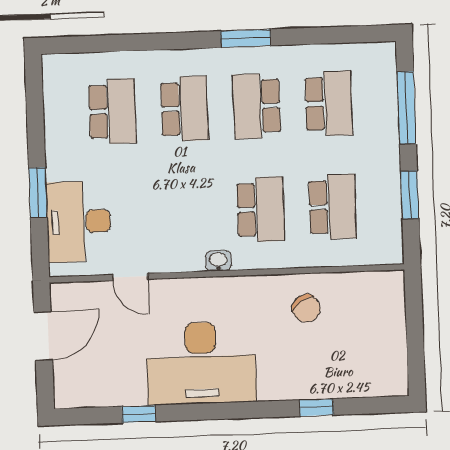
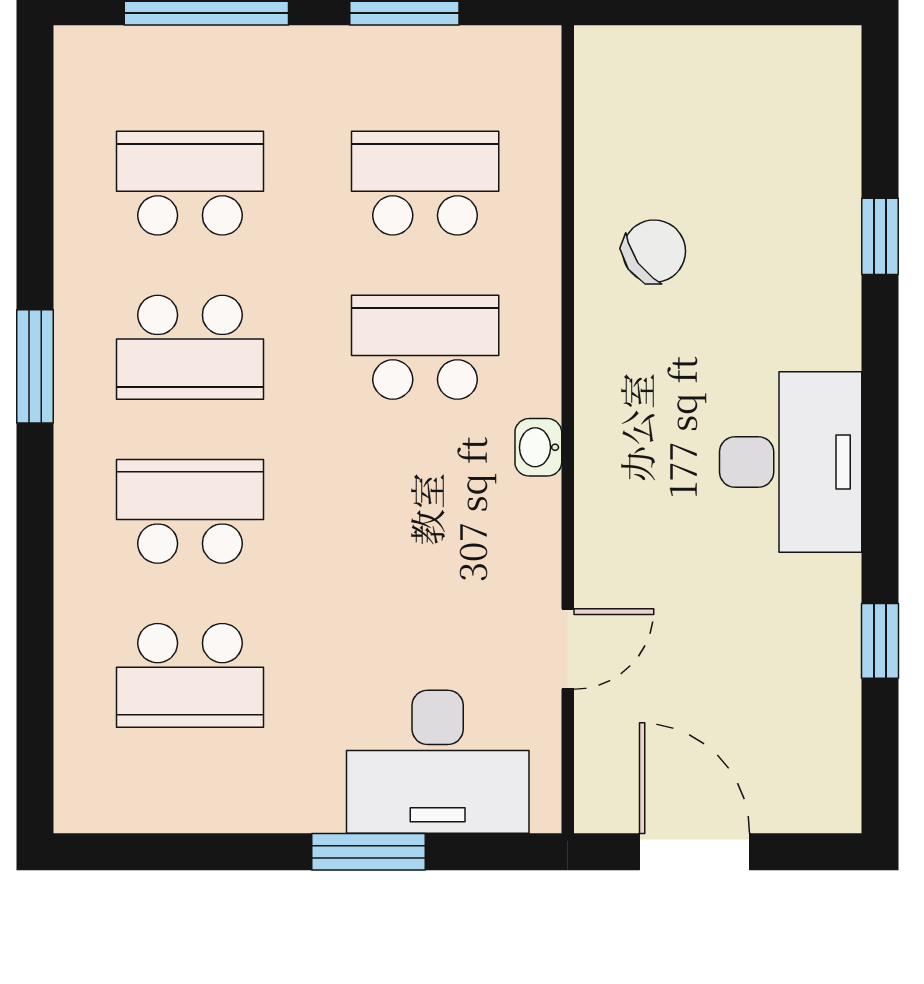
school desk: (112, 111) -> (190, 675), turned 180
desk: (201, 363) -> (791, 462), width x0.73, depth x0.77

